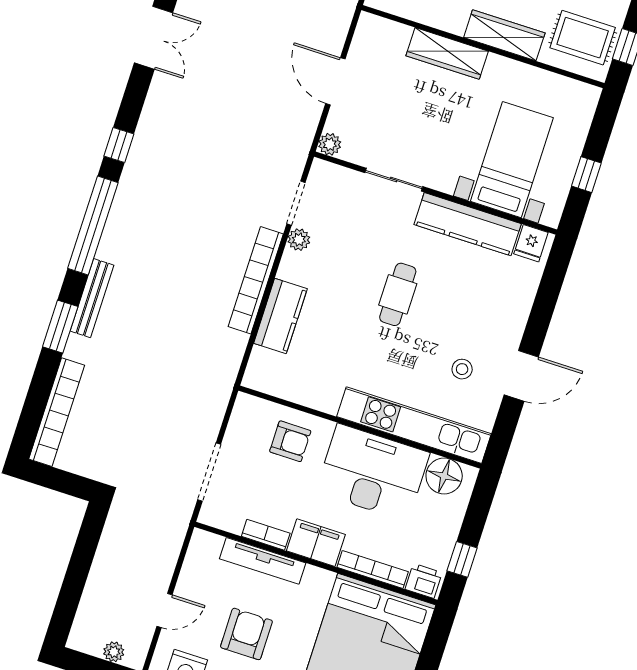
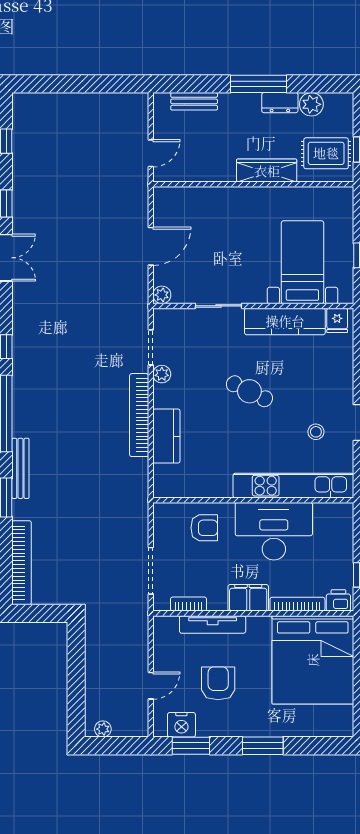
wardrobe: (447, 53) -> (228, 198), removed
door: (335, 81) -> (151, 246), swing flipped
cafe table: (398, 294) -> (249, 391), turned -64
floor lamp: (444, 476) -> (328, 517), removed
bookcase: (266, 535) -> (188, 604), moved
plant: (114, 652) -> (103, 729), moved

